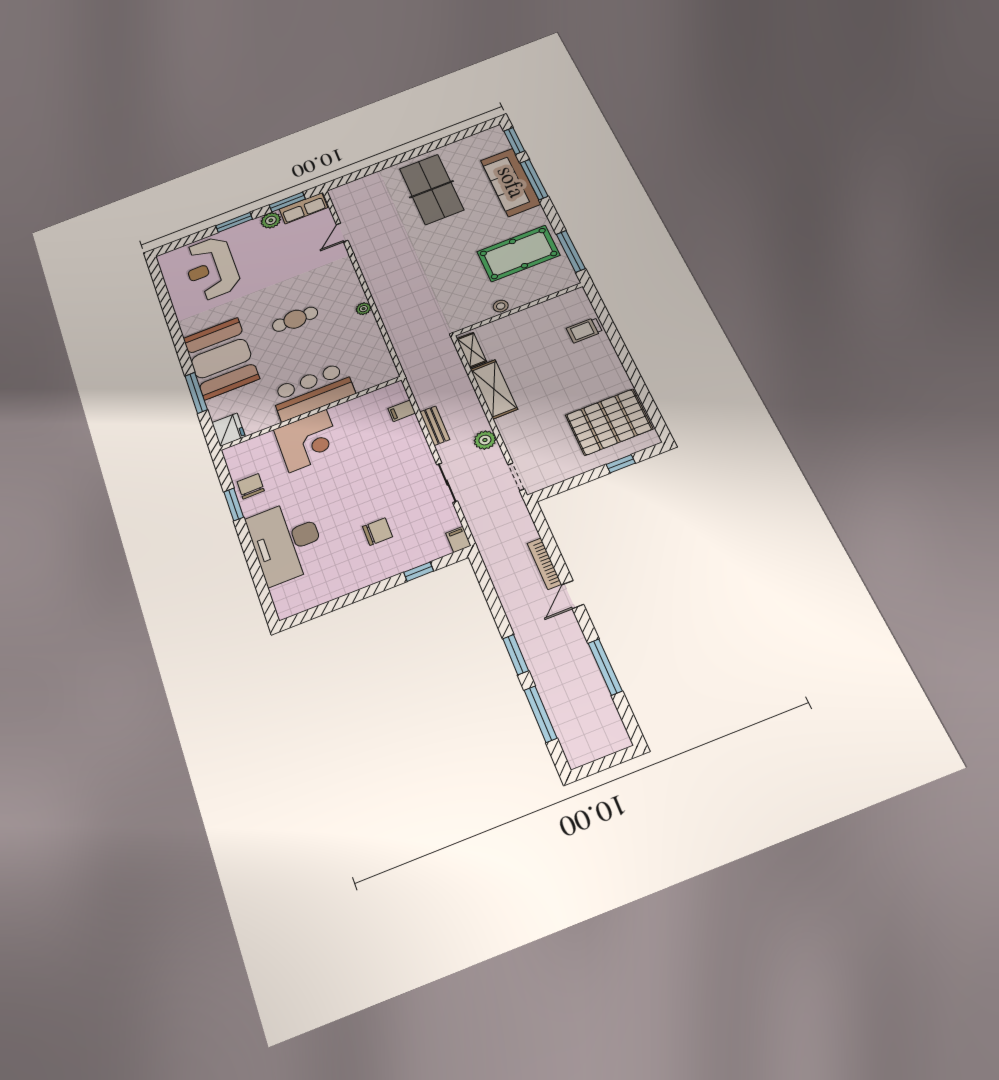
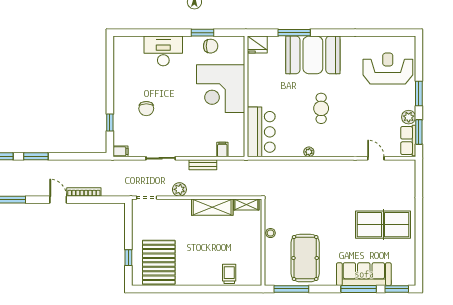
bar counter: (313, 392) -> (261, 132), moved
corner desk: (308, 441) -> (221, 89), width x1.36, depth x1.36
desk: (286, 542) -> (163, 51), width x0.73, depth x0.77

